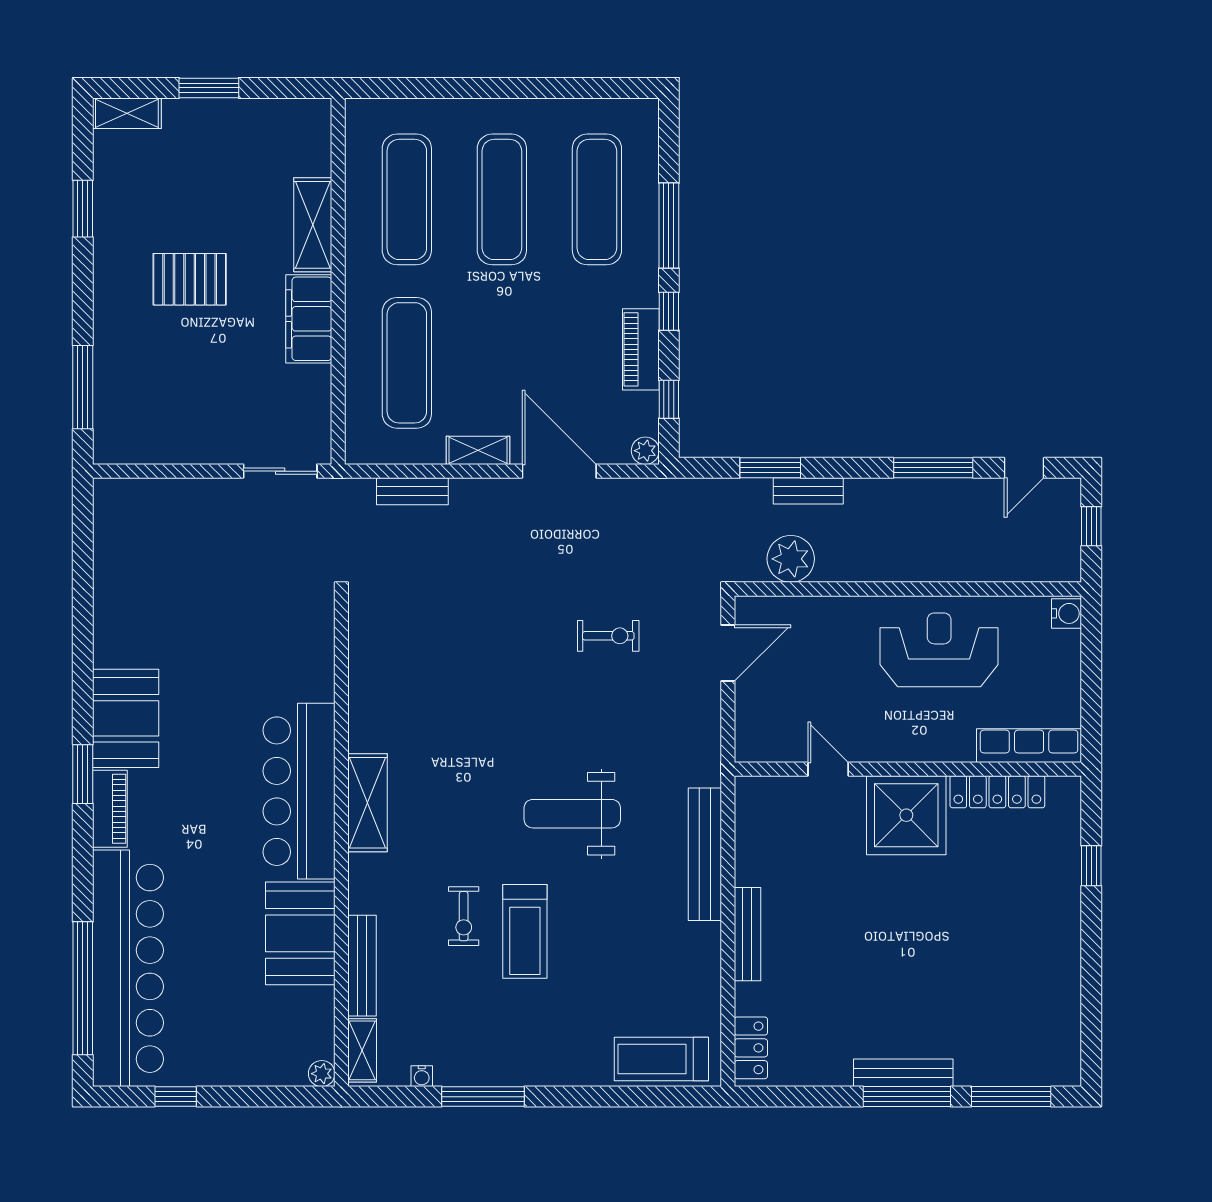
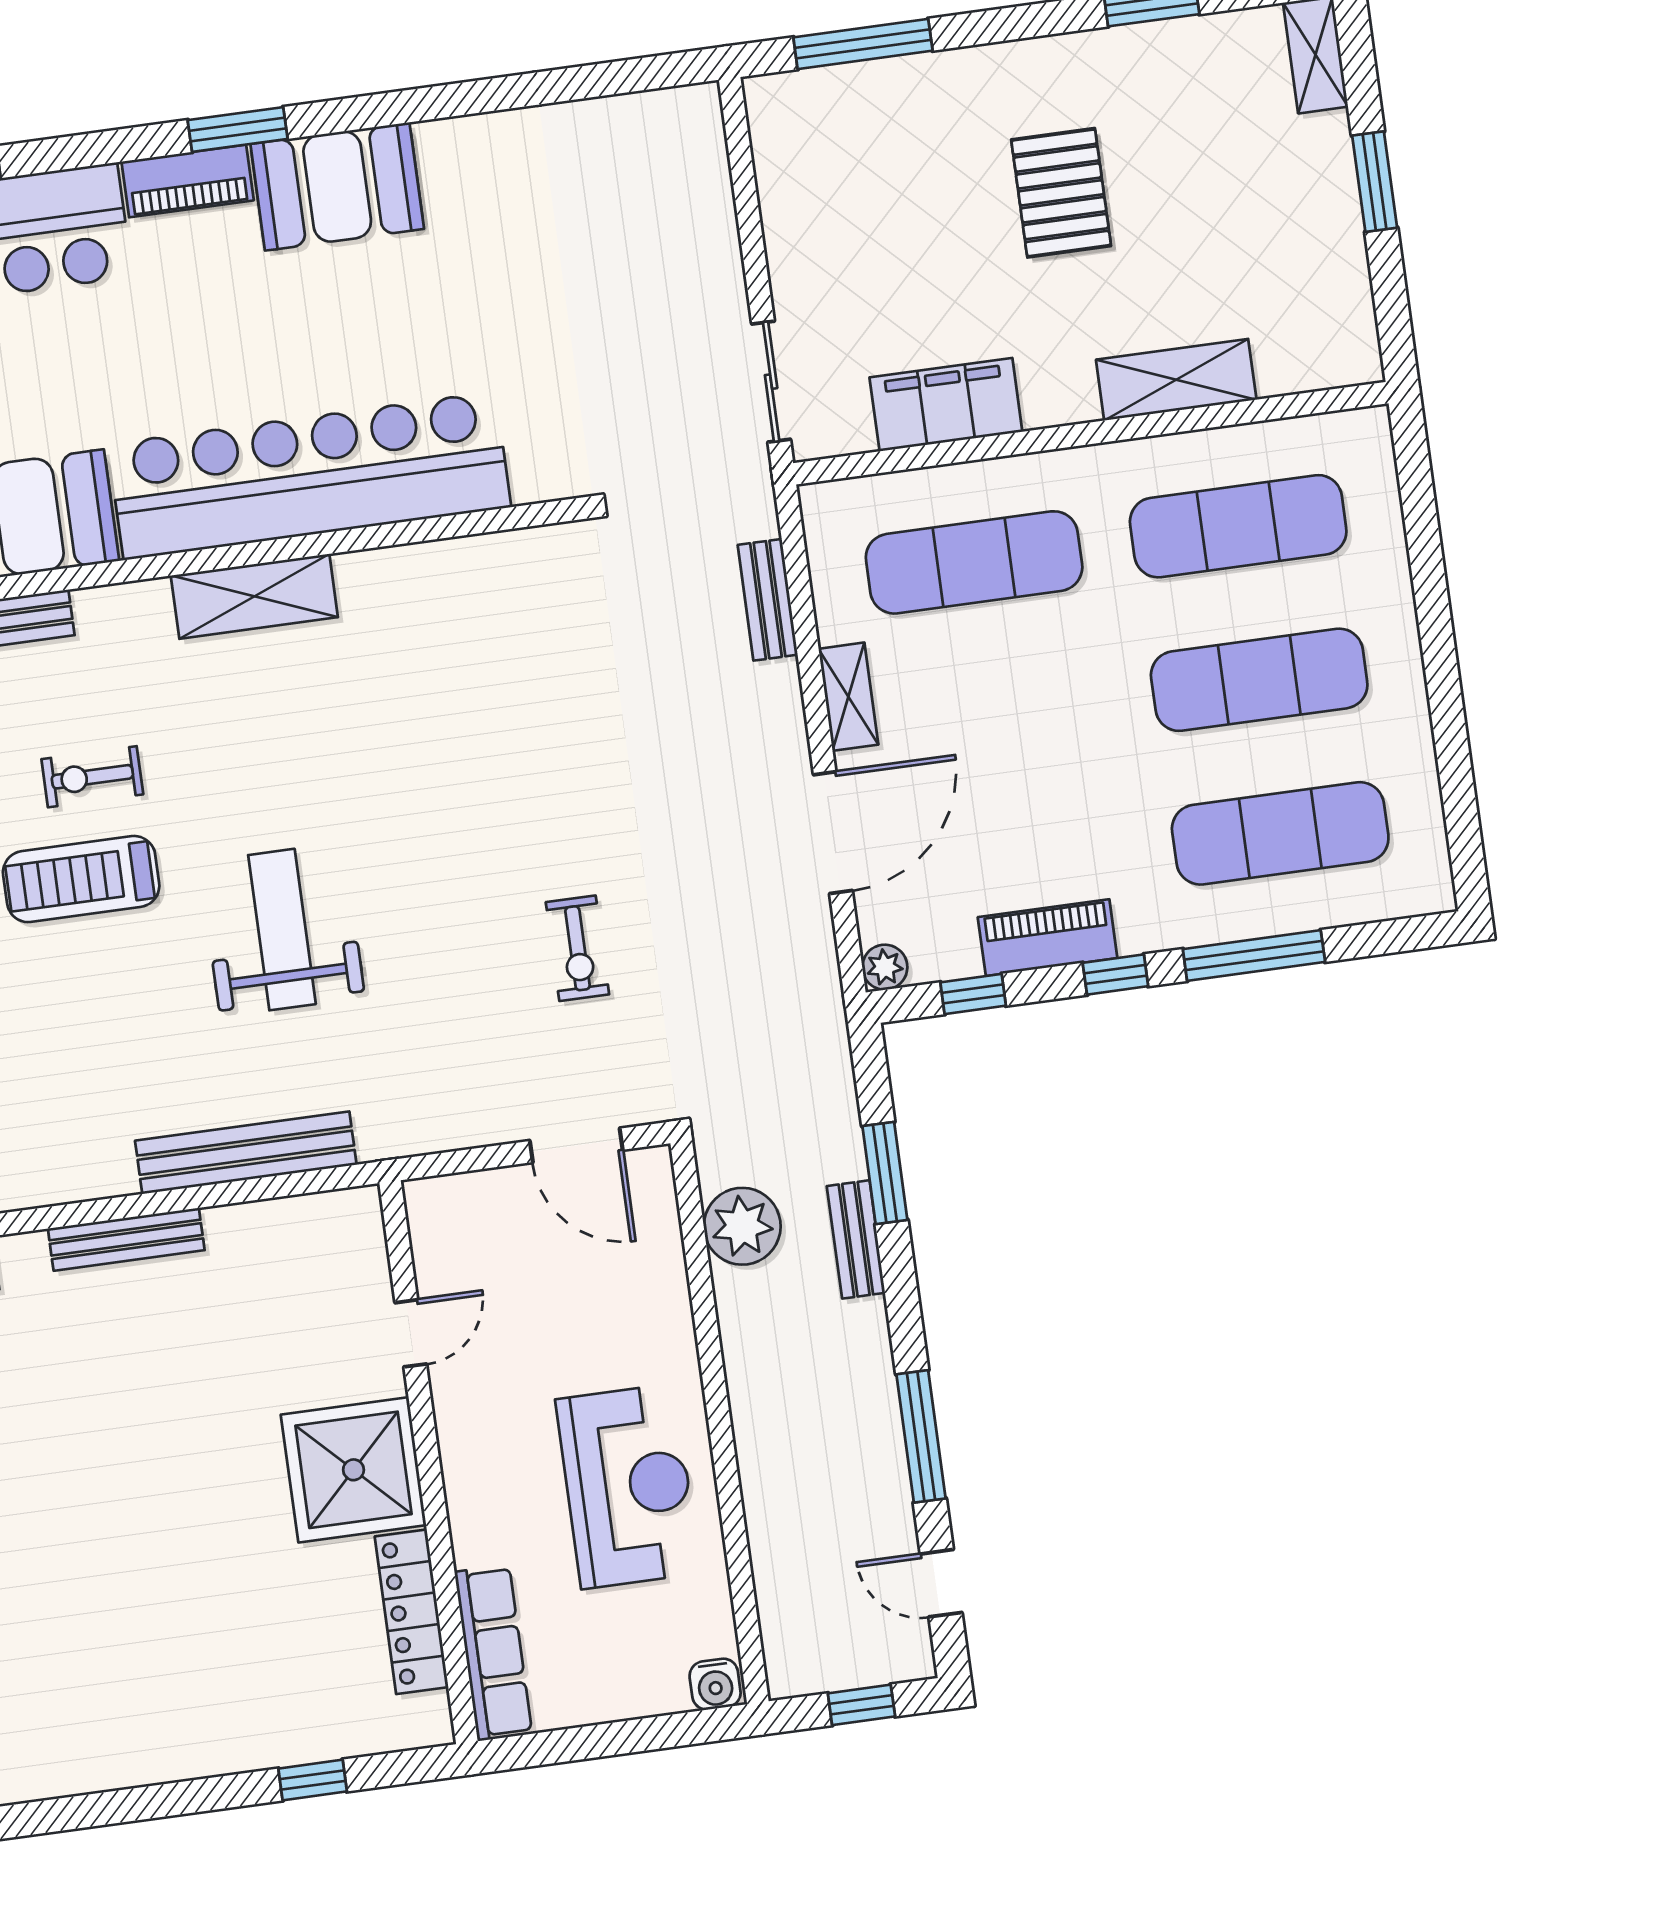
filing cabinet: (309, 319) -> (946, 405), moved
bar counter: (299, 791) -> (310, 476), width x1.36

